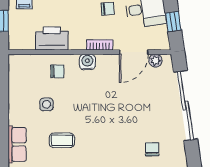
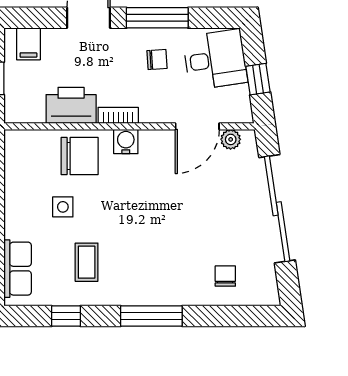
bookcase: (100, 45) -> (118, 115), moved
chair: (57, 71) -> (80, 156), width x1.87, depth x1.87
coffee table: (62, 140) -> (87, 262), turned 90

